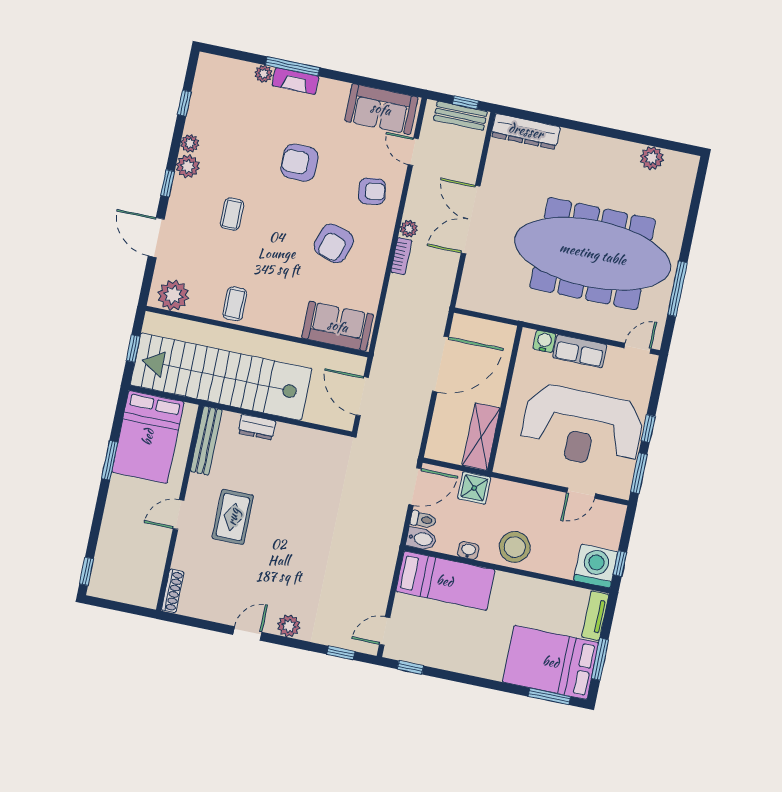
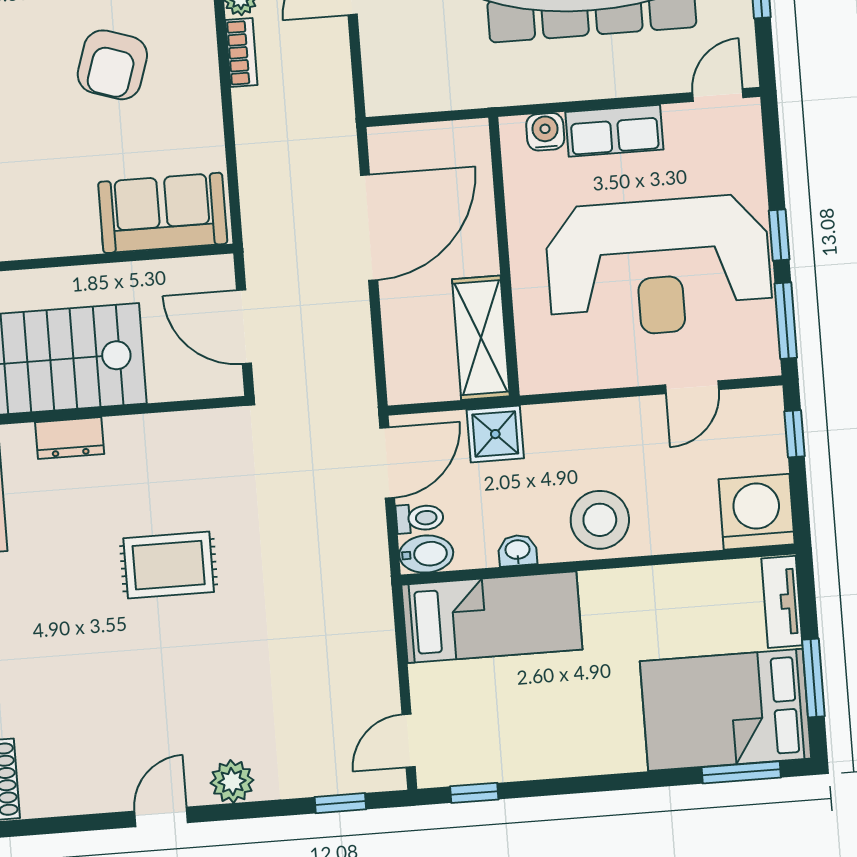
rug: (233, 517) -> (169, 565), moved, turned 90
window: (620, 563) -> (794, 434), moved

